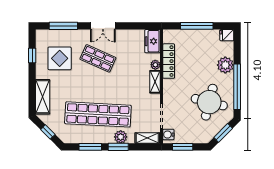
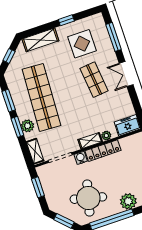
window: (32, 56) -> (66, 20), moved
shop shelf: (98, 58) -> (94, 80), turned -30
locker: (169, 61) -> (103, 151), moved
water cooler: (168, 135) -> (81, 158), moved

